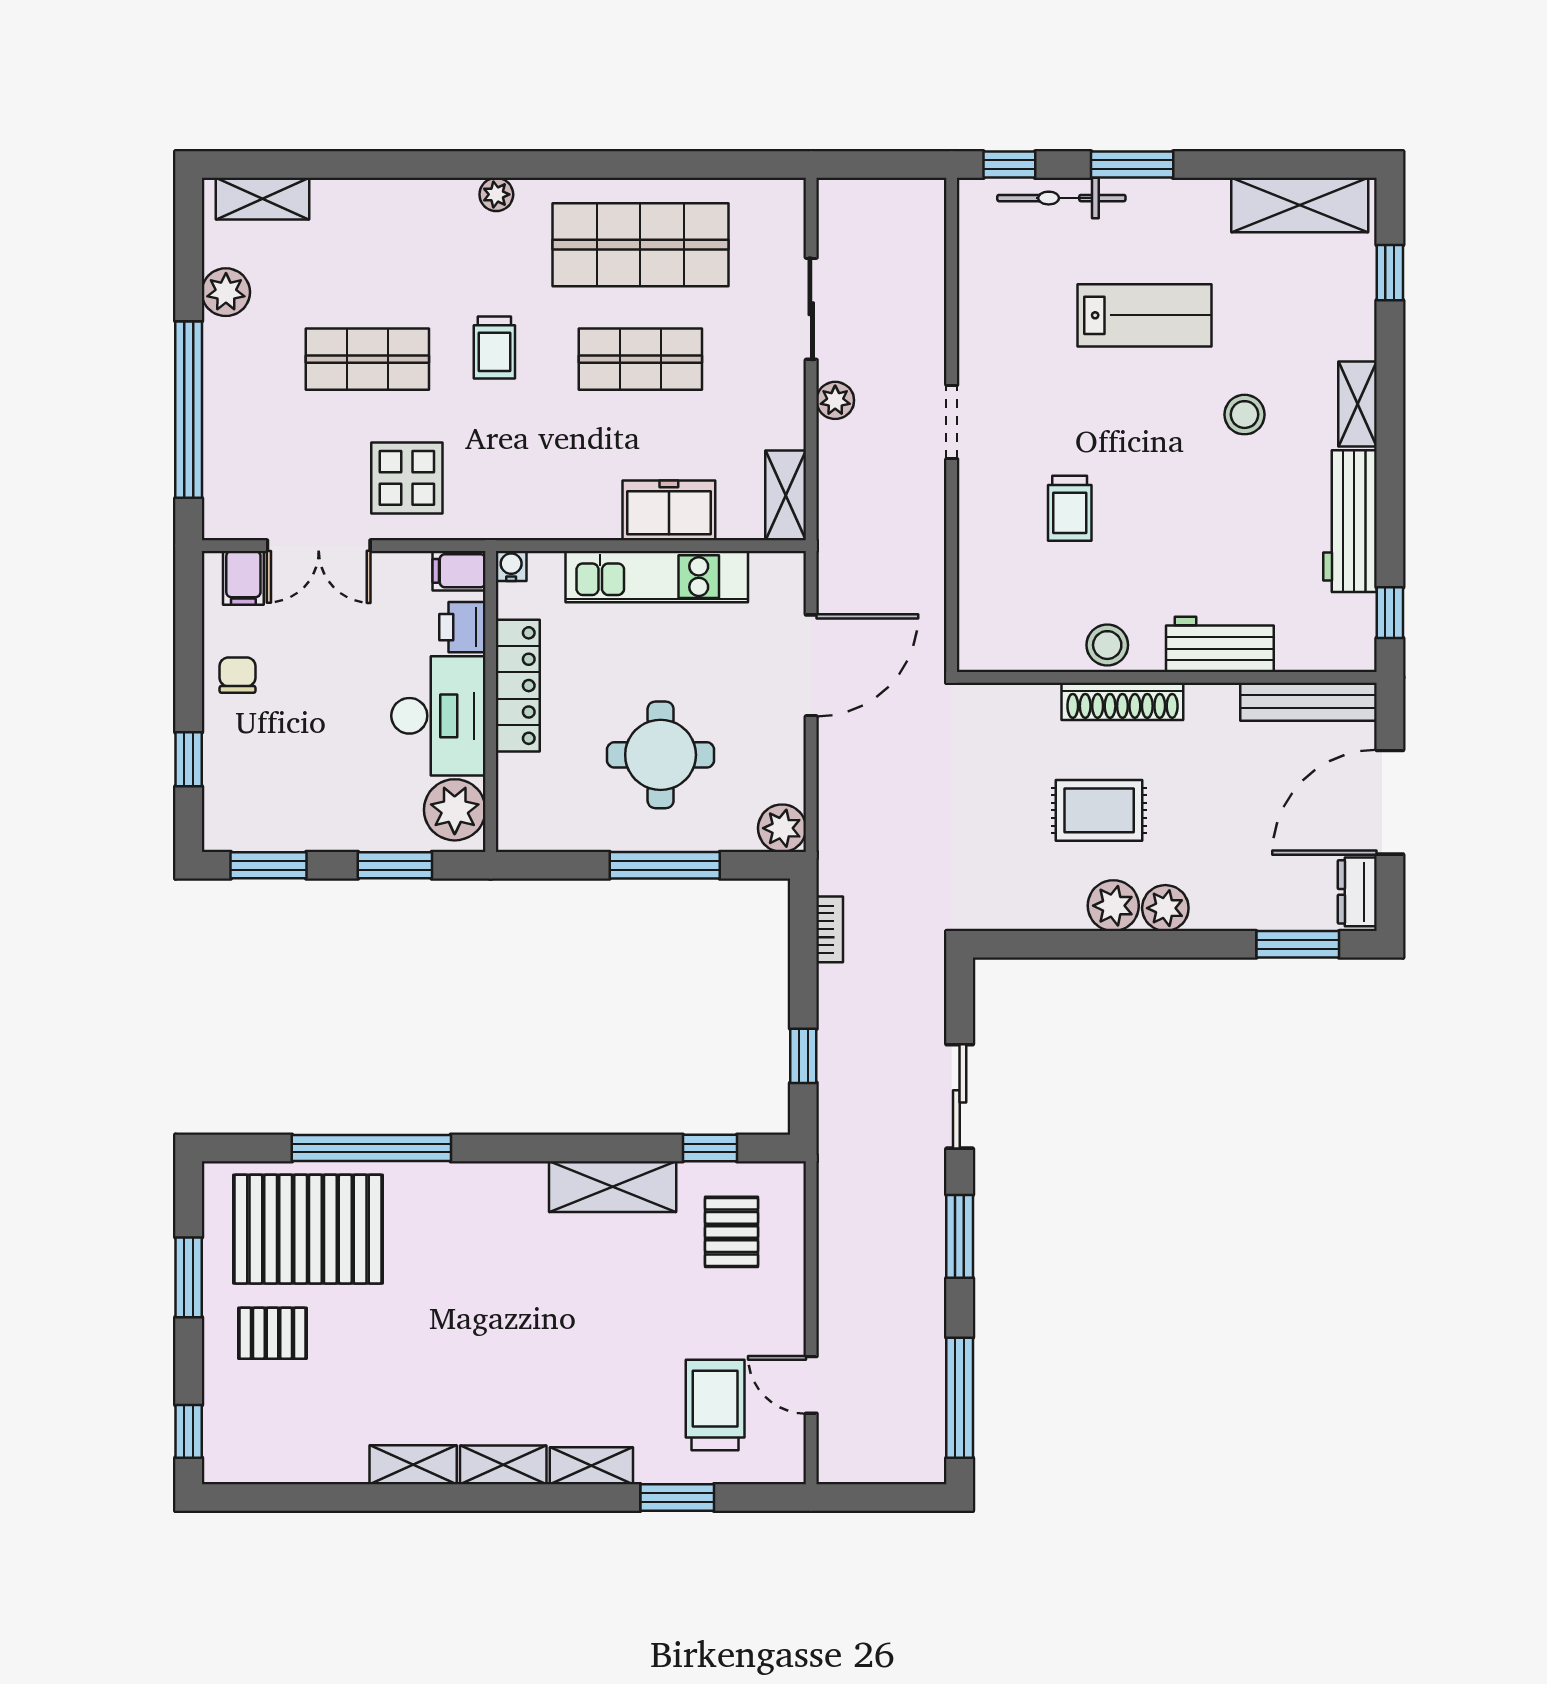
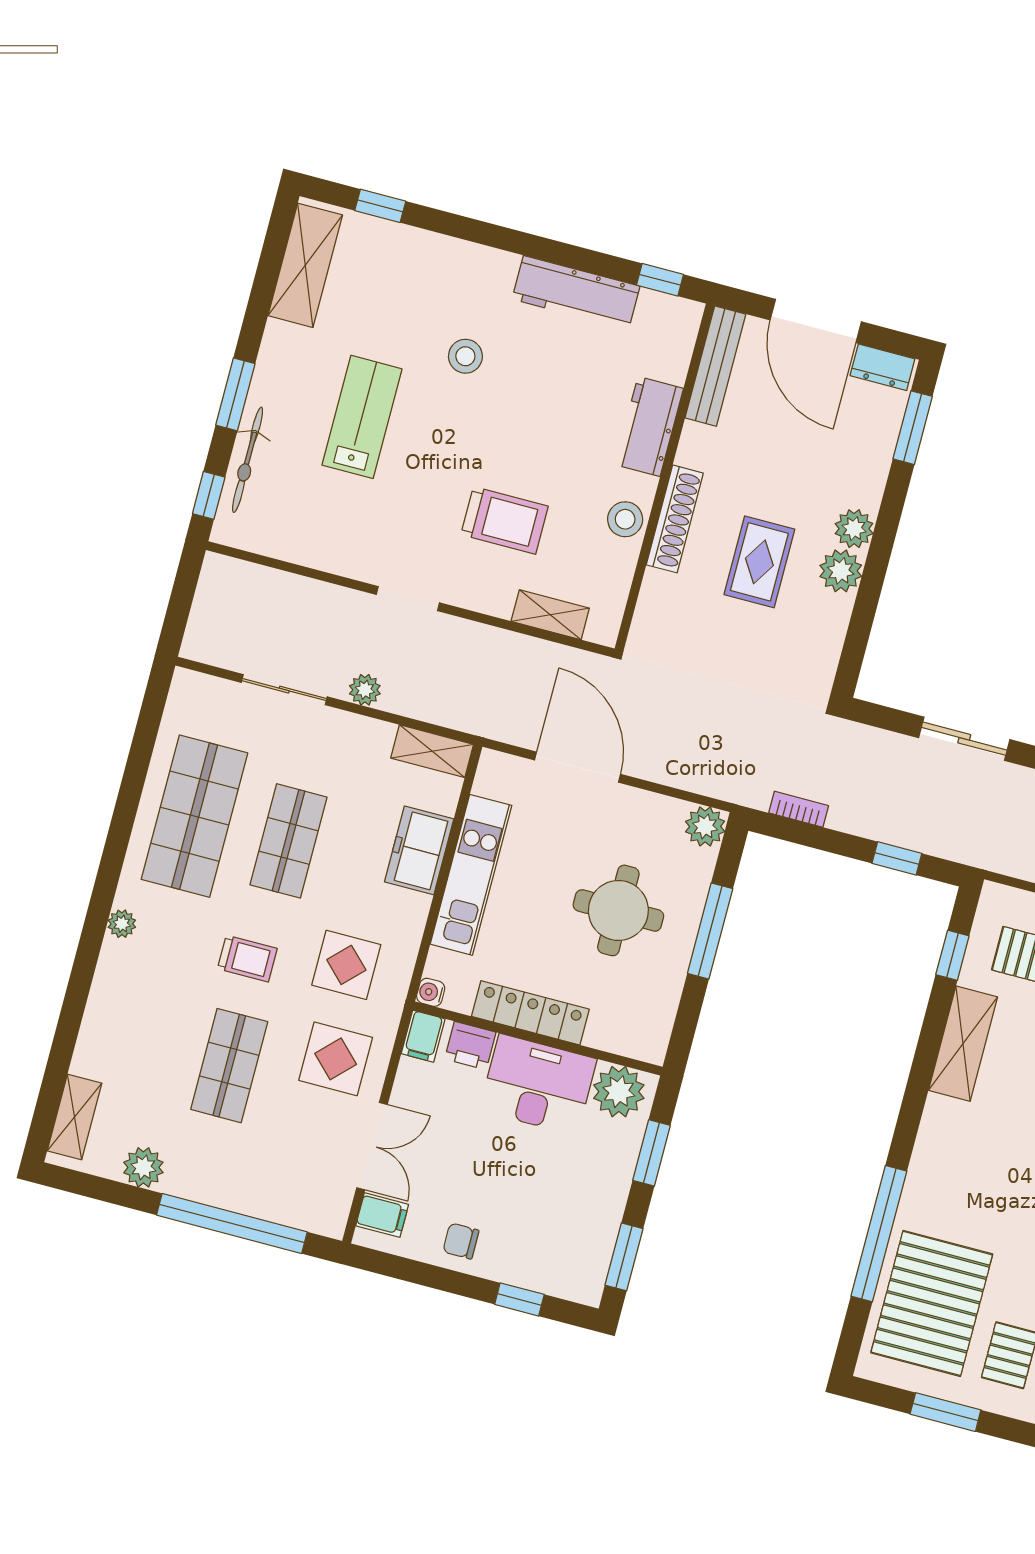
shelving: (1357, 404) -> (550, 615), moved
display table: (517, 462) -> (346, 965), added
trolley: (1070, 508) -> (505, 520), width x1.36, depth x1.39

